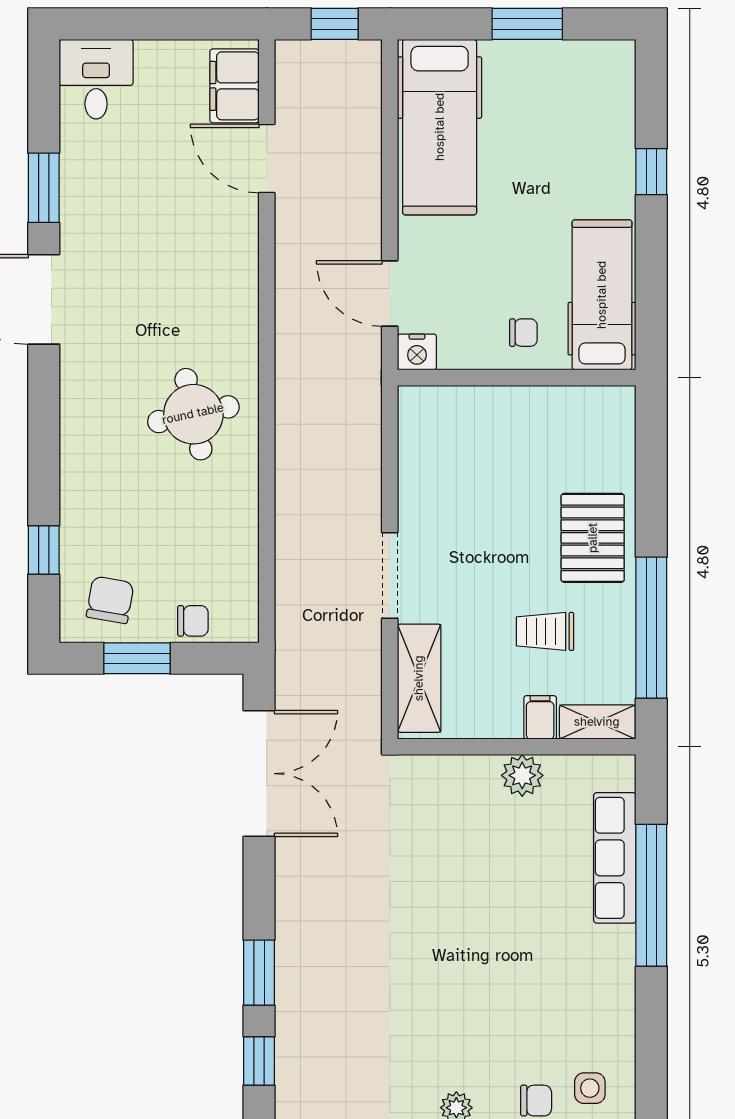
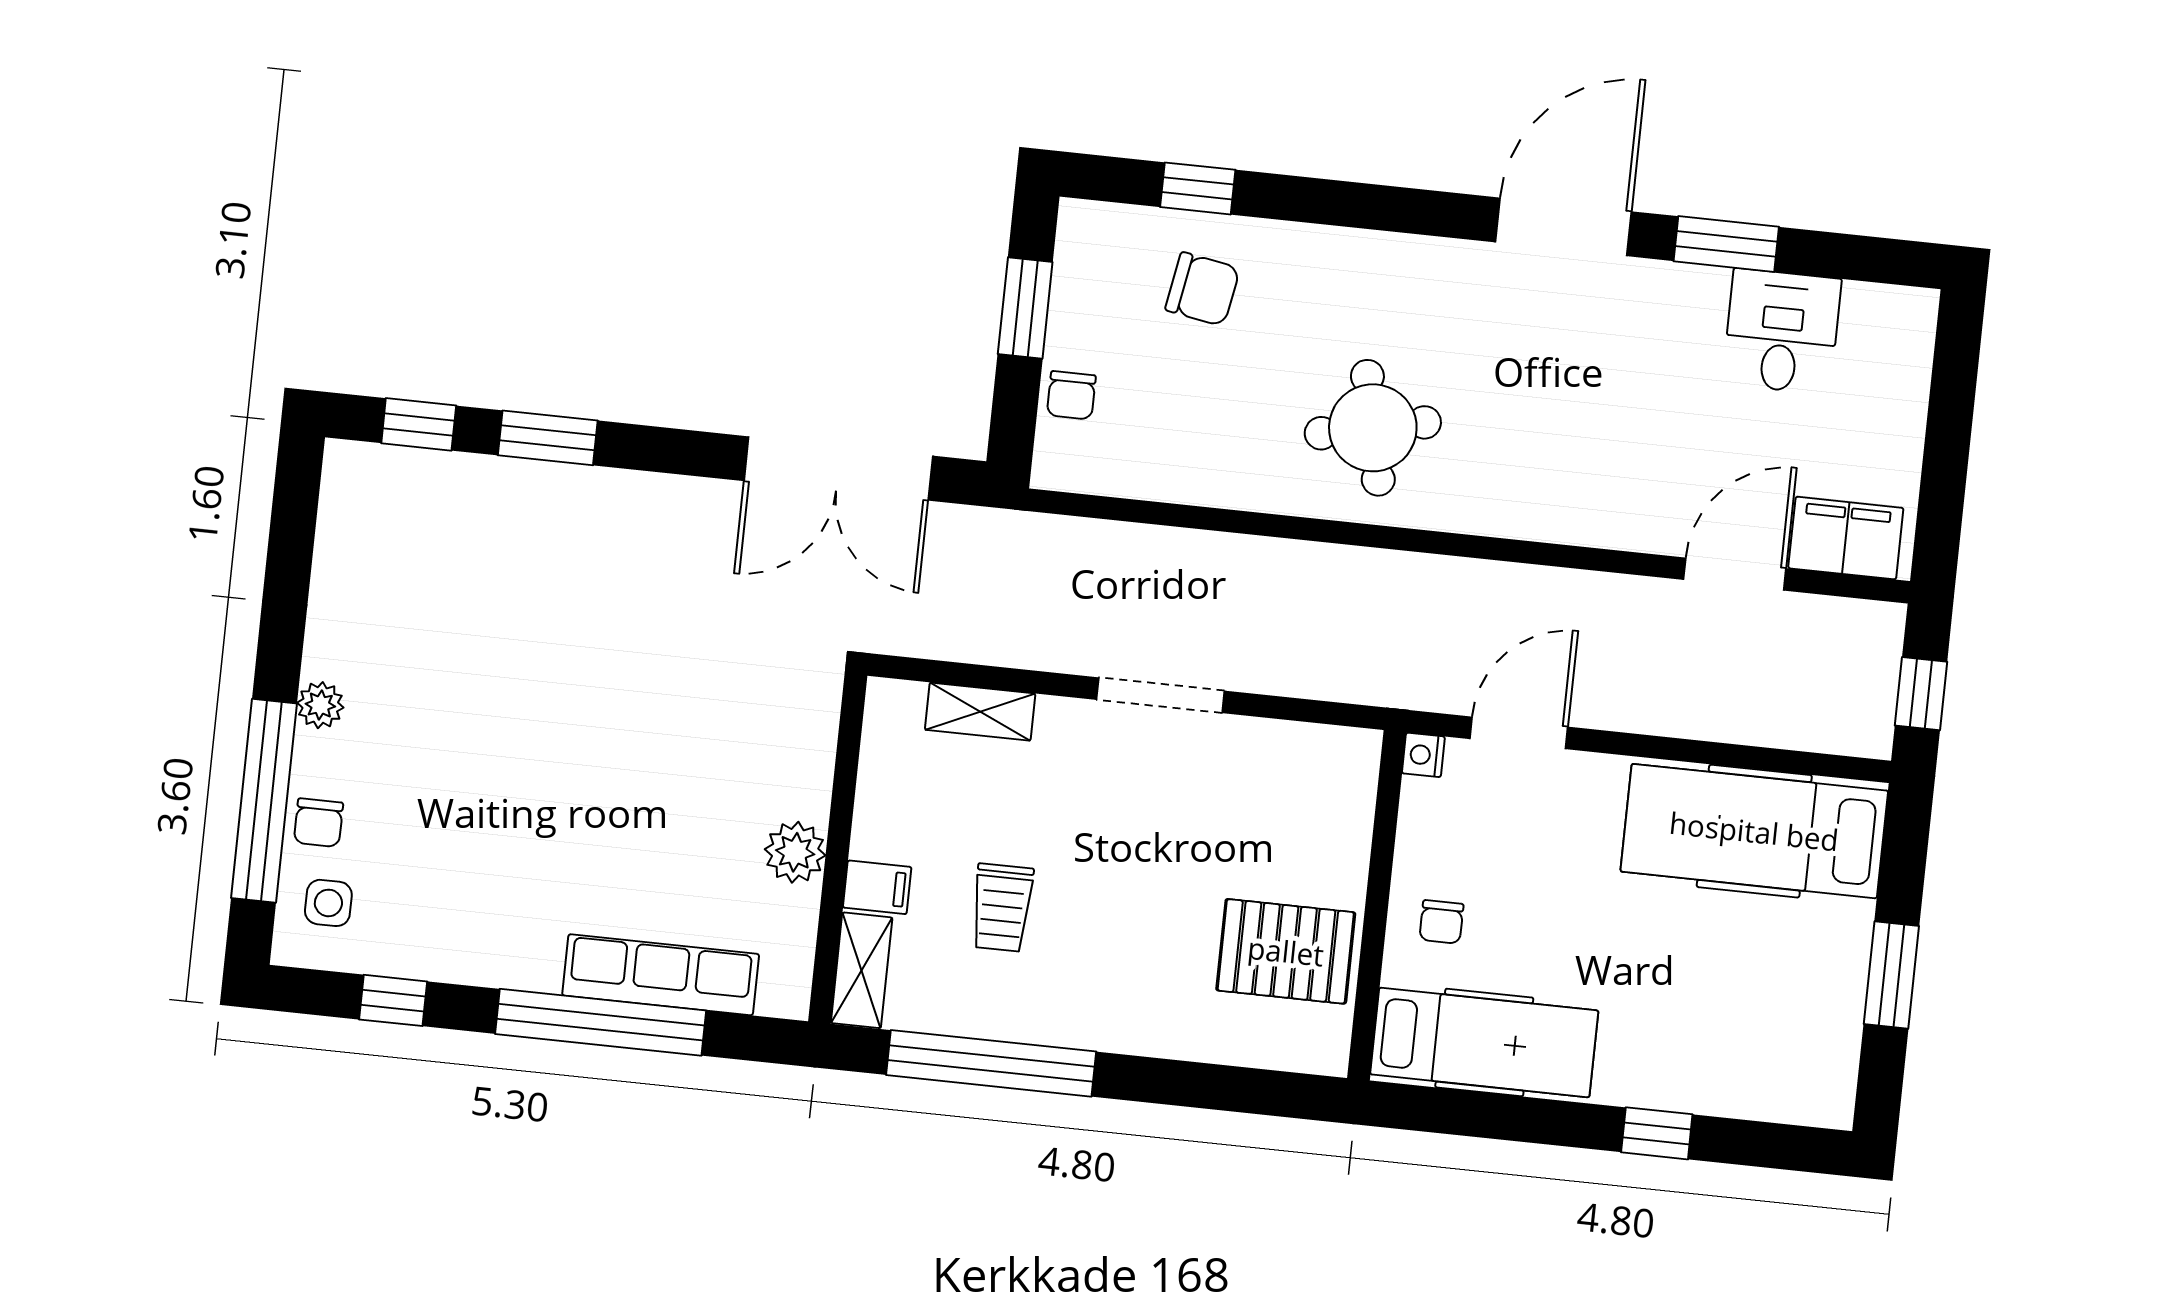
desk: (96, 79) -> (1782, 331), moved, turned -90
nightstand: (417, 352) -> (1423, 755), width x0.72, depth x0.74
pallet: (593, 538) -> (1286, 951), moved
doorway: (390, 575) -> (1160, 695), moved
chair: (110, 600) -> (1202, 289), moved
trolley: (545, 631) -> (1002, 908), turned 180
shelving: (419, 678) -> (980, 712), width x0.67, depth x0.75
window: (651, 1037) -> (393, 1000), added

